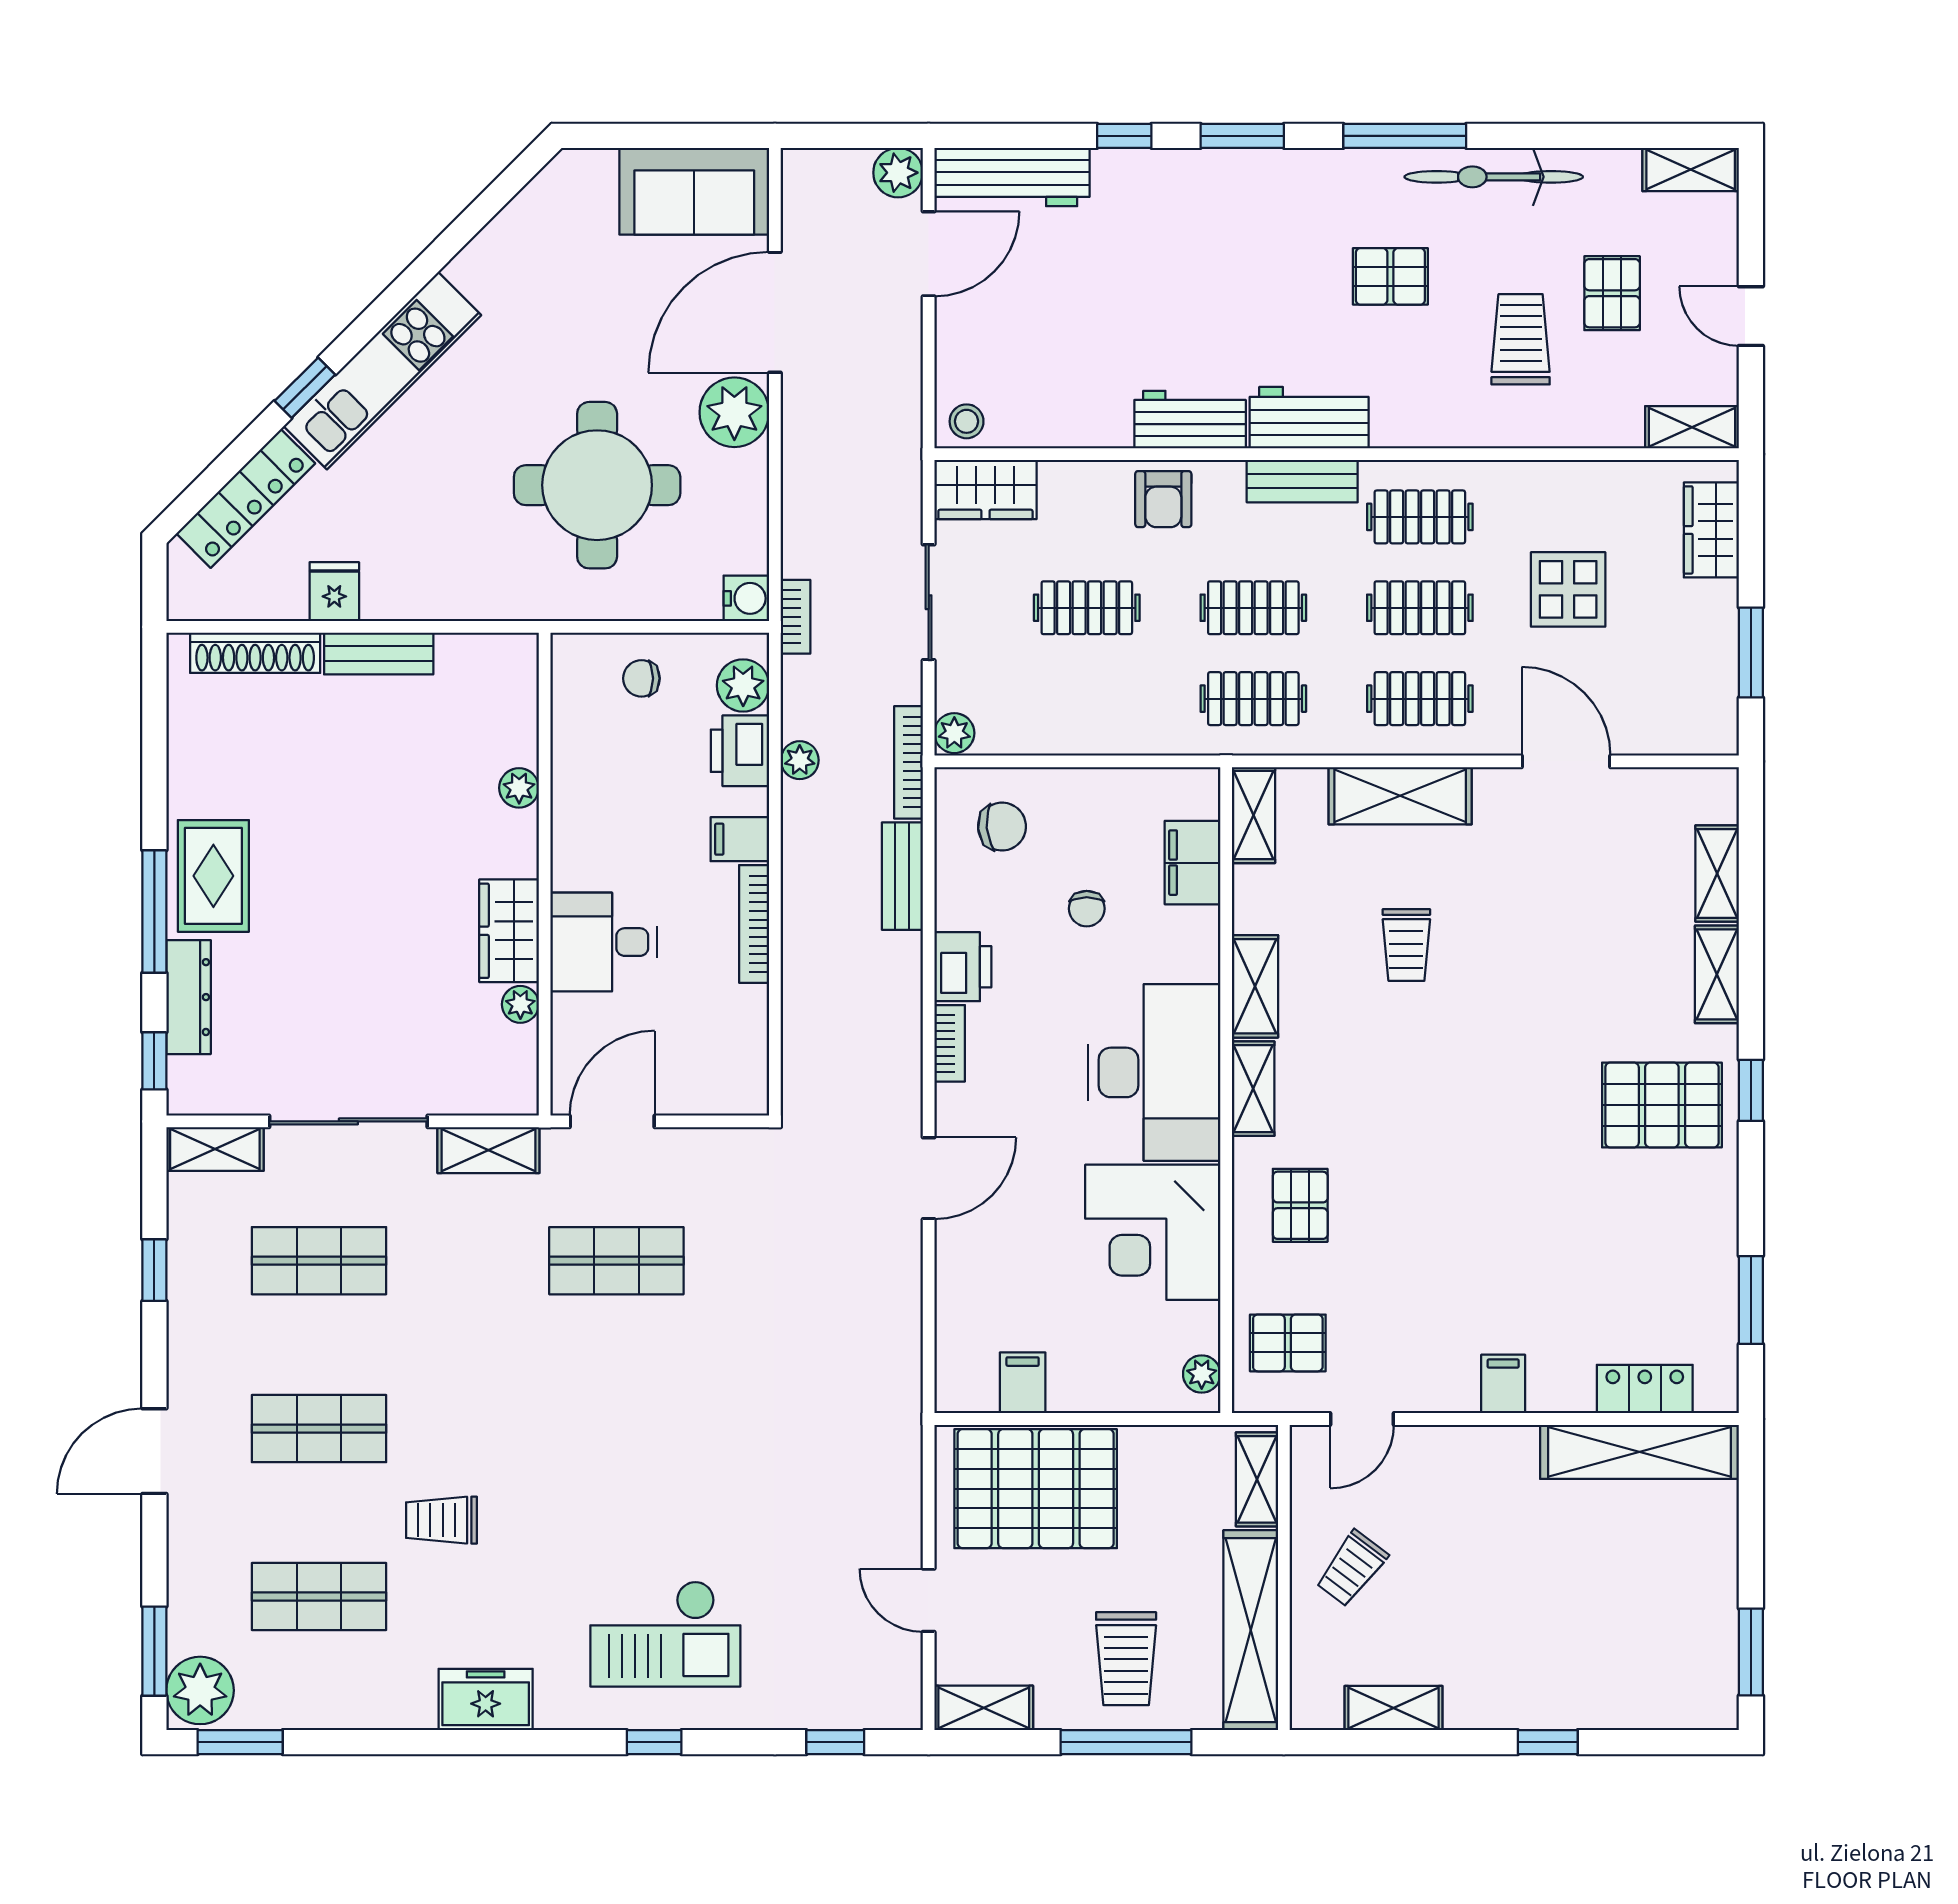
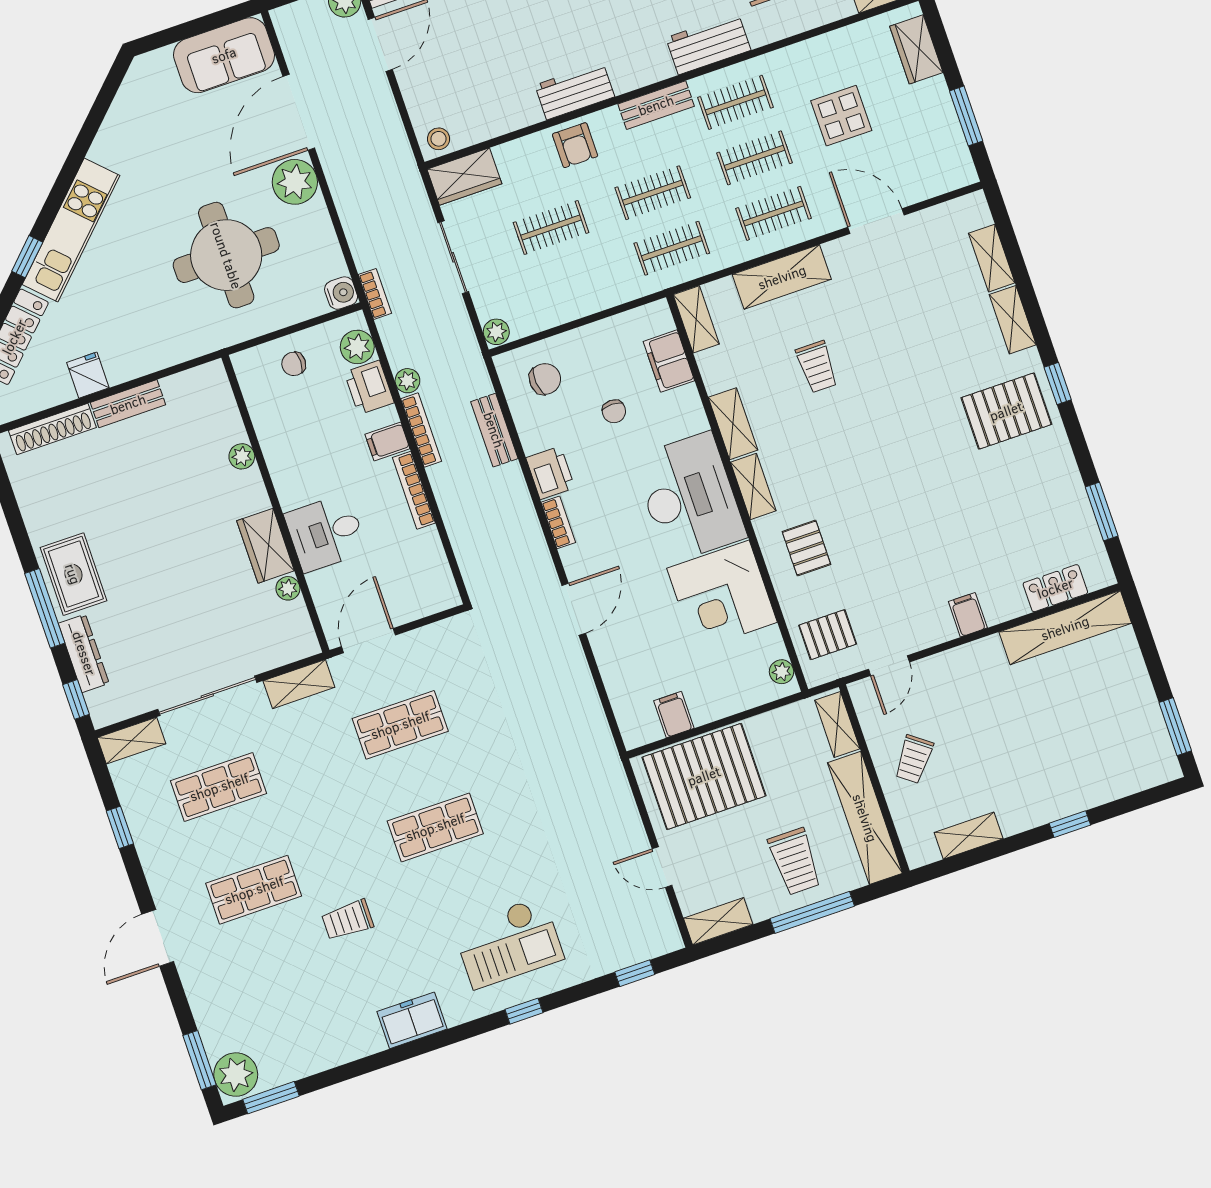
workbench: (1309, 418) -> (708, 44), moved
bookcase: (908, 762) -> (421, 430), moved, turned 180
shop shelf: (319, 1596) -> (435, 827), moved

